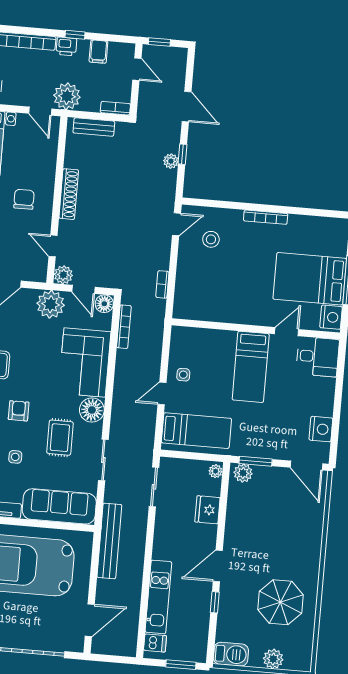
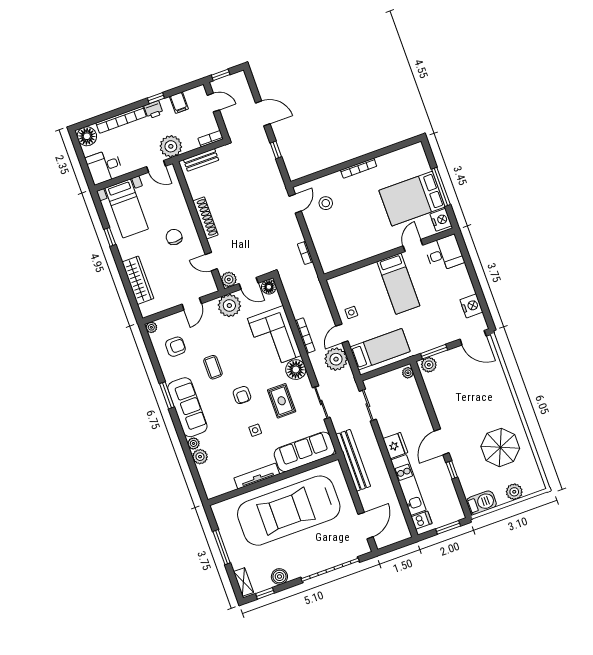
plant: (171, 161) -> (336, 359), moved, width x1.88, depth x1.88
bookcase: (124, 327) -> (305, 336), moved
armchair: (19, 411) -> (242, 395), turned 180
fridge: (208, 510) -> (395, 446), moved, turned 180

